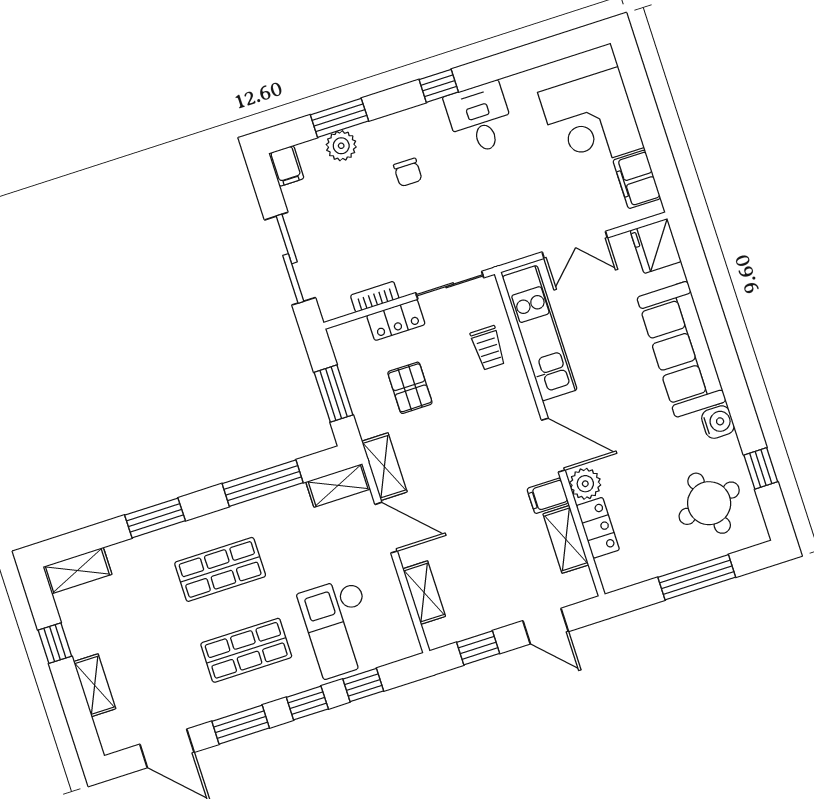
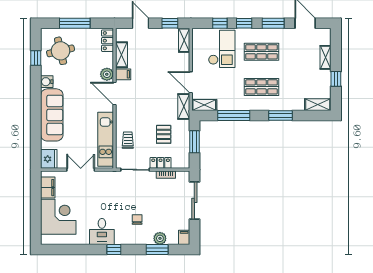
locker: (598, 528) -> (107, 41), moved
shelving: (424, 593) -> (184, 40), moved

